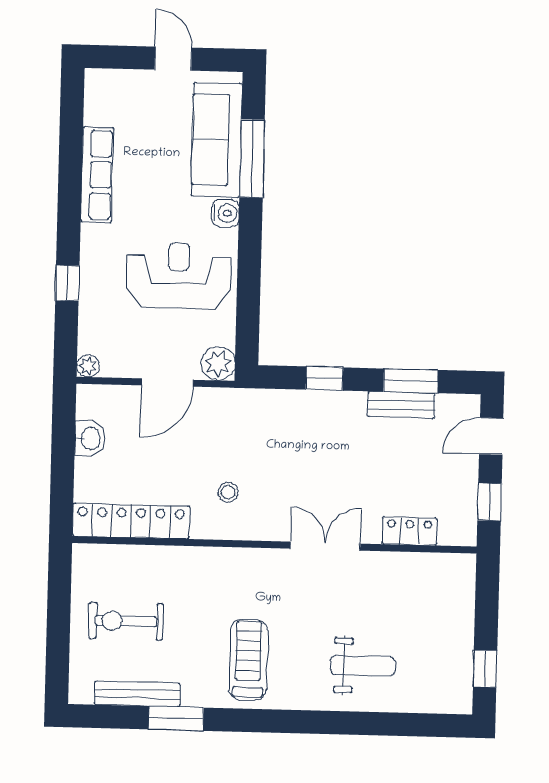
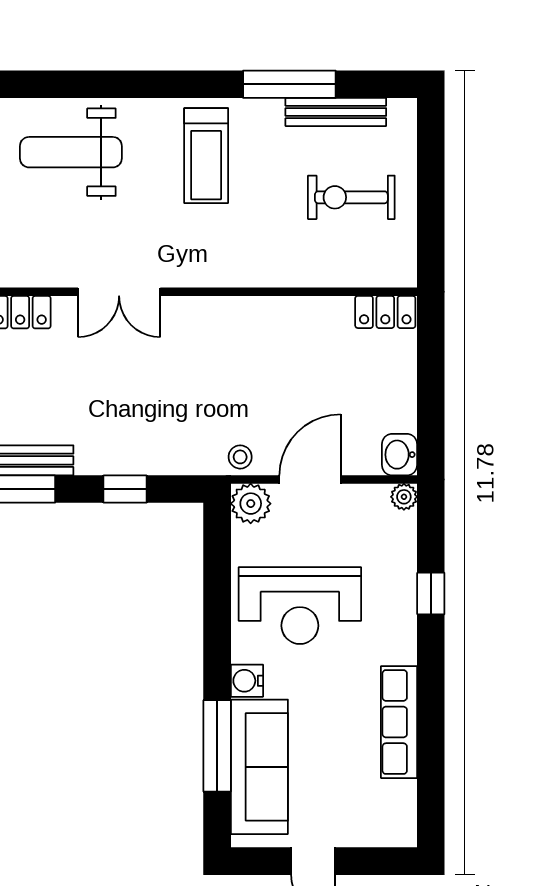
washbasin: (90, 438) -> (400, 455), moved
stool: (228, 492) -> (240, 457), moved
locker: (131, 521) -> (385, 312), width x0.46, depth x0.83
exercise bike: (126, 621) -> (351, 197), turned 180
weight bench: (363, 666) -> (71, 152), width x1.36, depth x1.33
window: (176, 718) -> (289, 84), width x1.44

